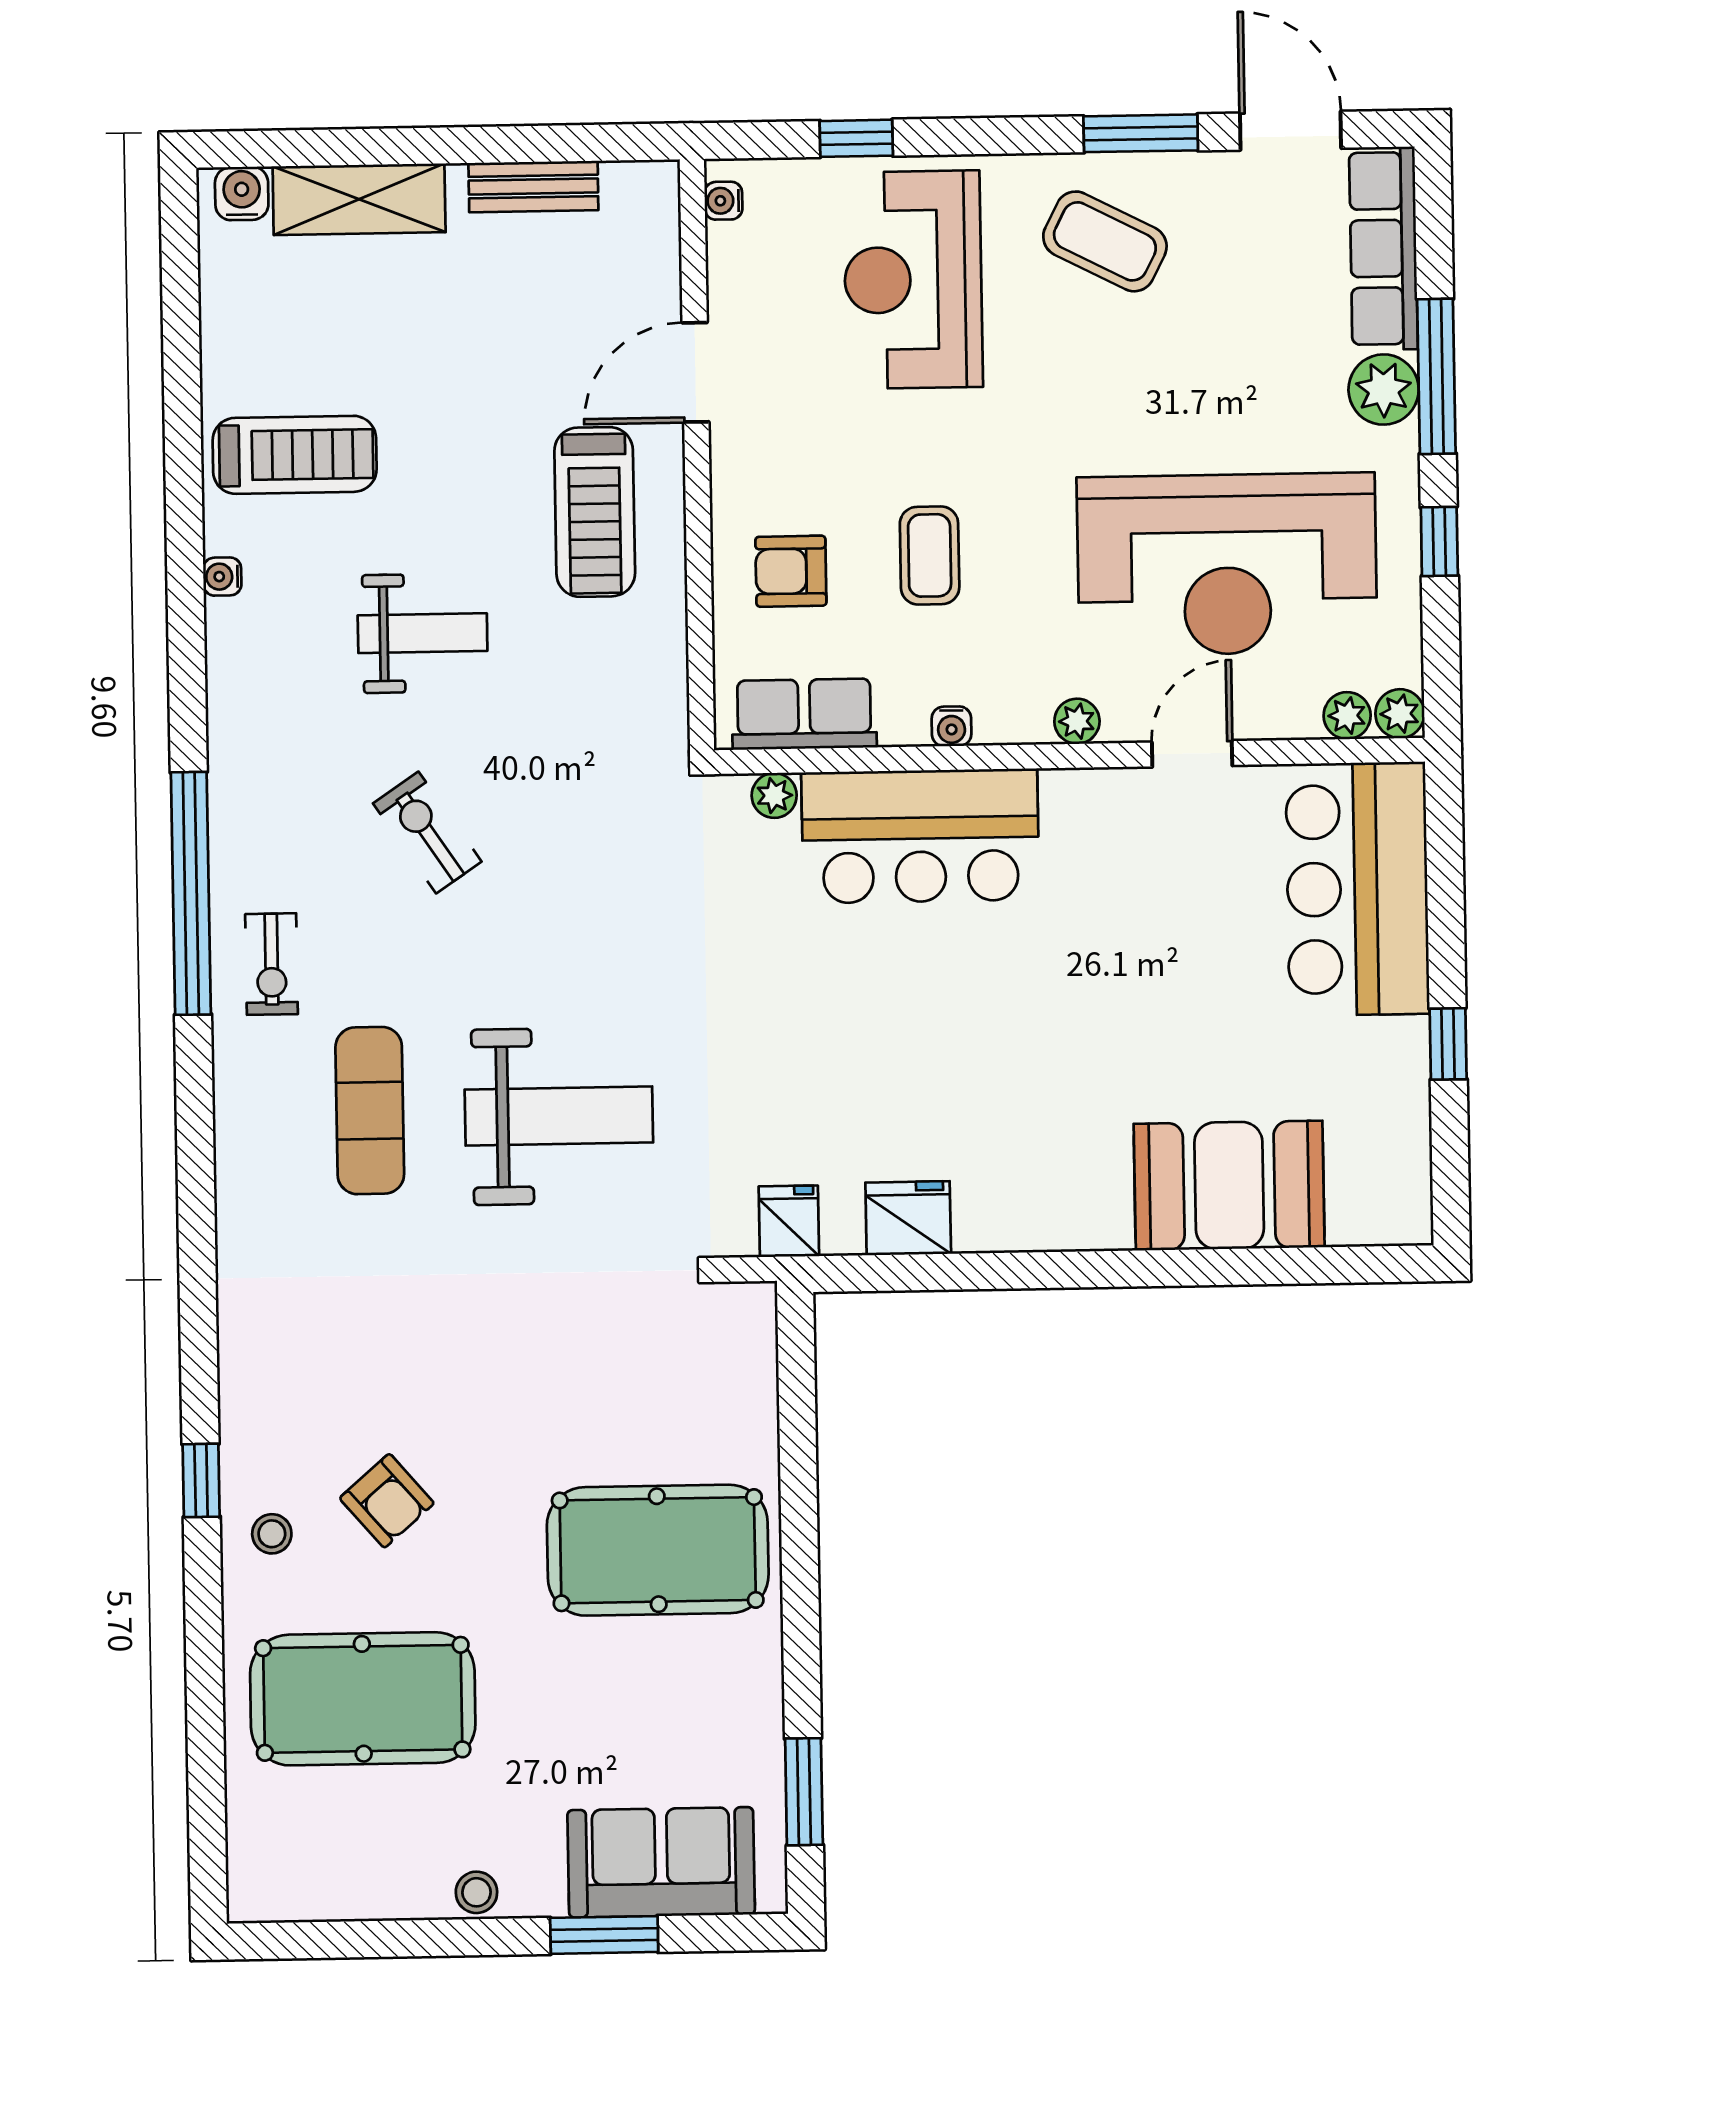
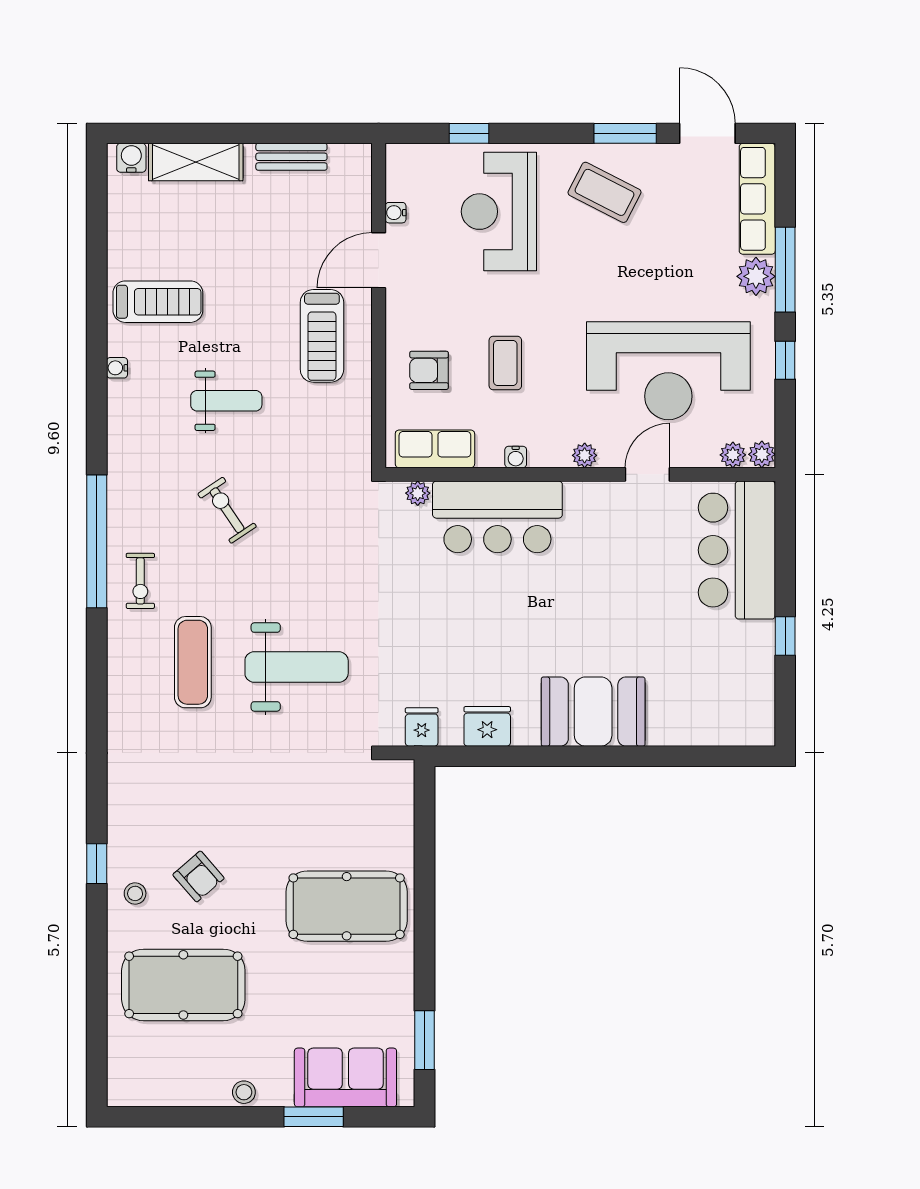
water cooler: (723, 201) -> (396, 213), moved
booth: (1229, 1186) -> (593, 712), moved

